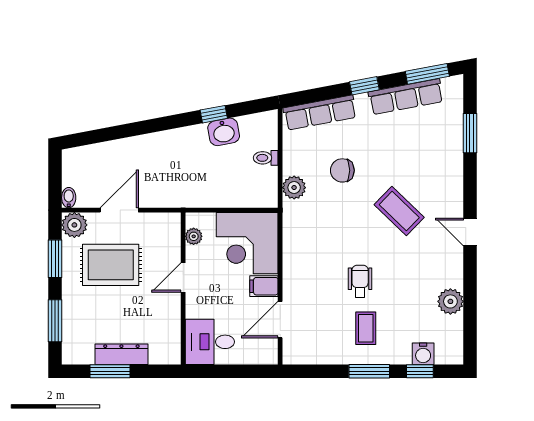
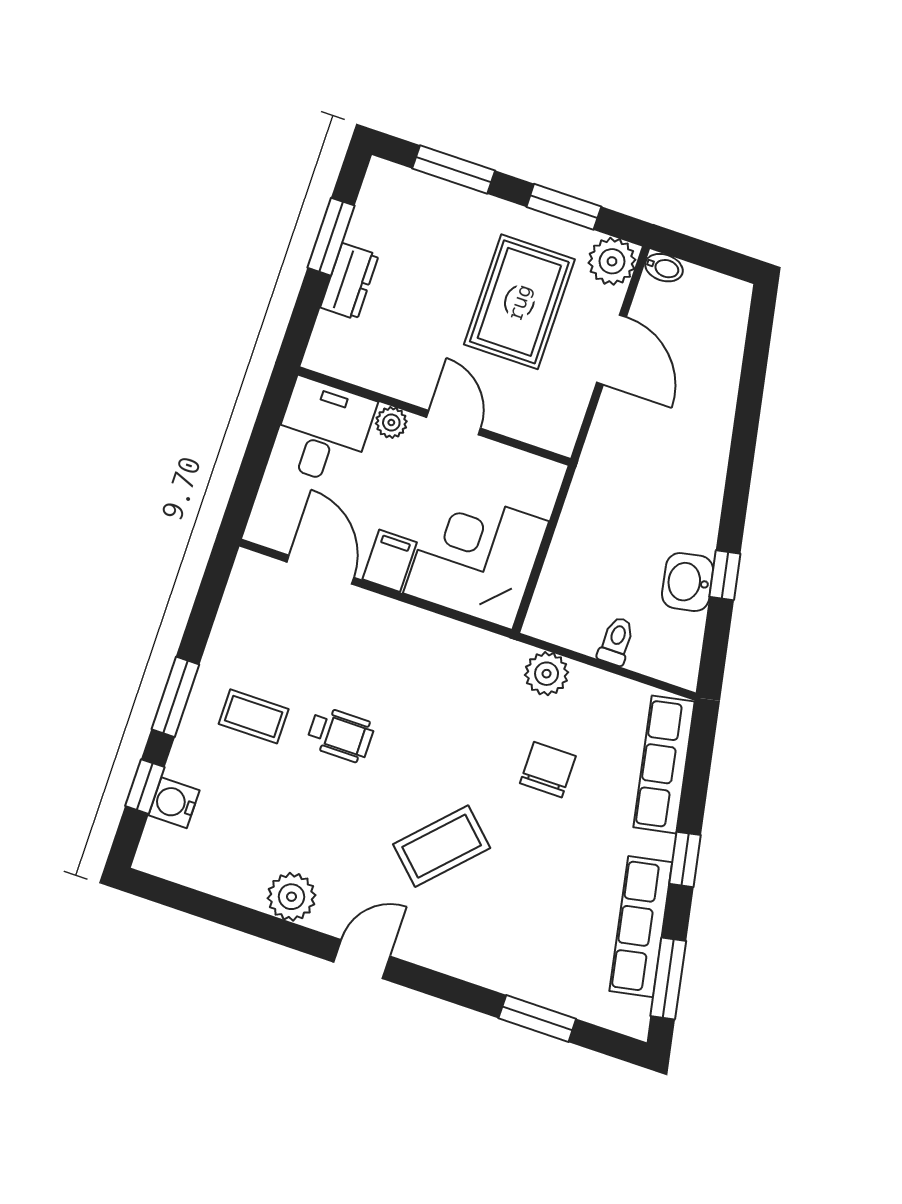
plant: (194, 236) -> (391, 423), moved
plant: (450, 301) -> (291, 897), moved
dresser: (121, 354) -> (350, 281), width x0.70

